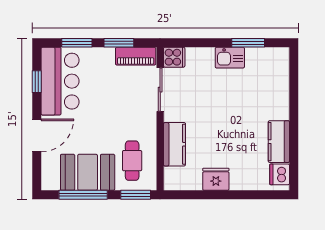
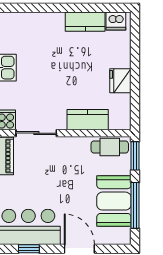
cafe table: (132, 161) -> (110, 147), moved

